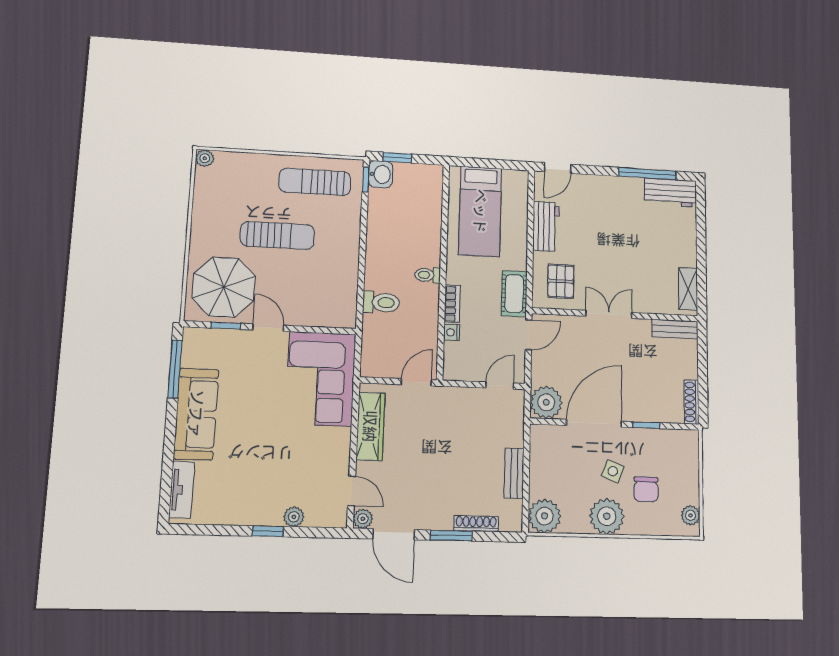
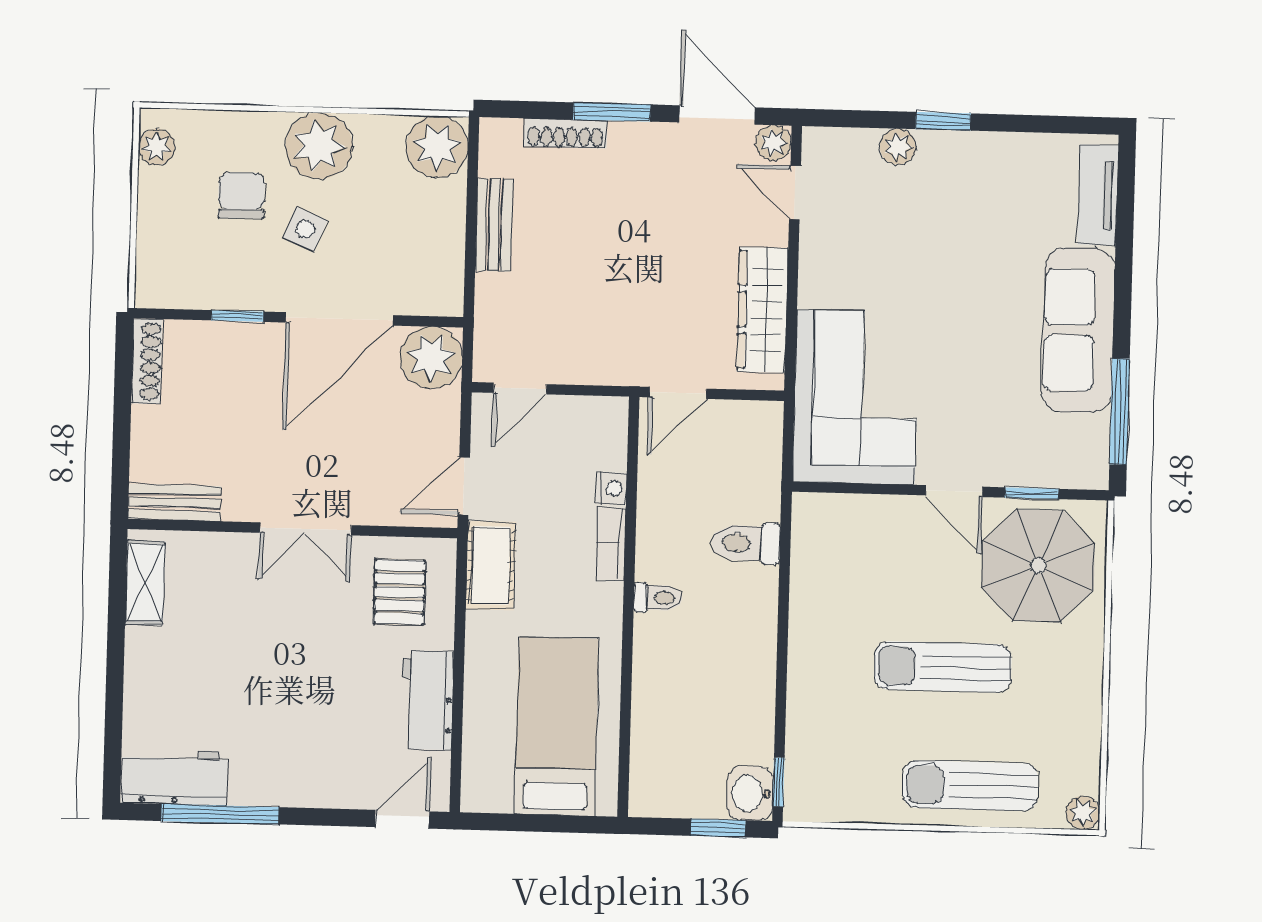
sun lounger: (315, 182) -> (970, 786), moved, turned 180

